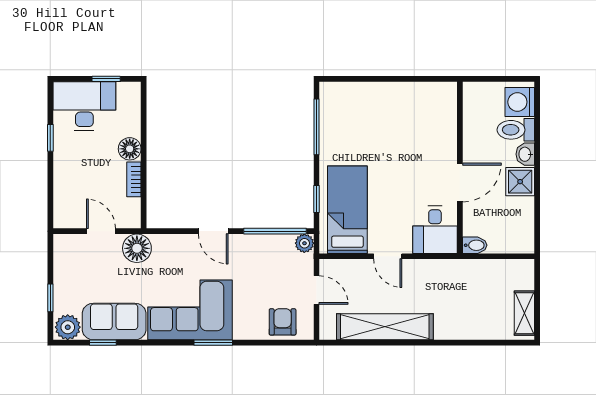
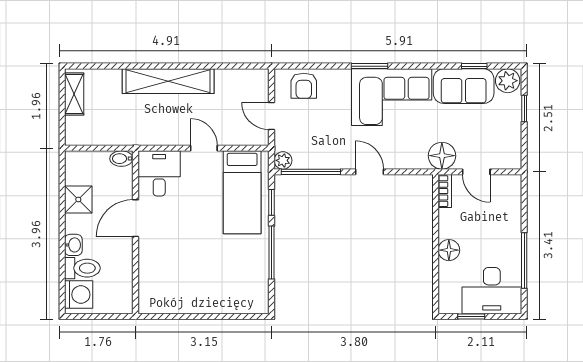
window: (317, 127) -> (272, 253), moved
window: (50, 138) -> (524, 260), width x2.17
bookcase: (134, 179) -> (445, 191), moved
shower: (520, 182) -> (78, 199), moved
shelving: (385, 327) -> (168, 81), moved

